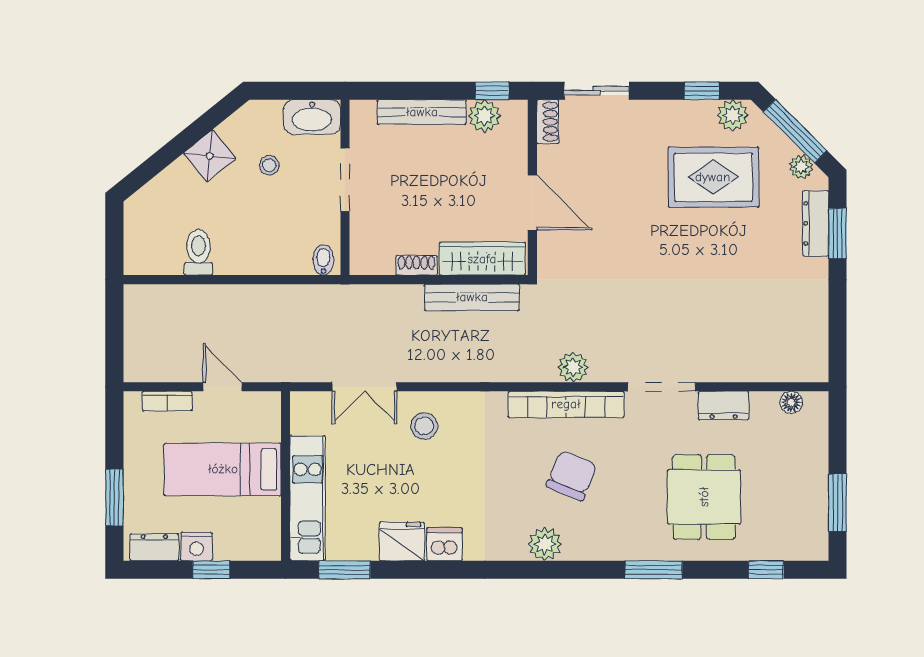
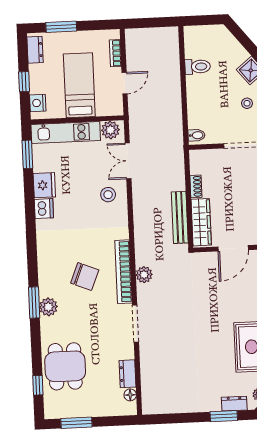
dresser: (816, 223) -> (234, 404), width x0.70
dresser: (724, 405) -> (128, 374), moved
plant: (307, 416) -> (110, 130), added
dining table: (704, 497) -> (65, 366), moved, turned 90
plant: (545, 544) -> (48, 307), moved
nightstand: (196, 547) -> (38, 103), moved
window: (654, 570) -> (34, 302), moved

